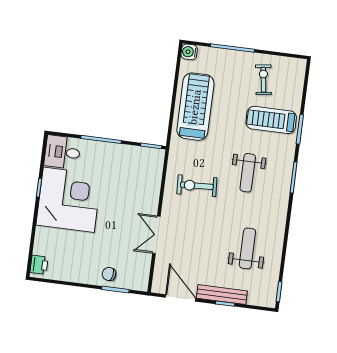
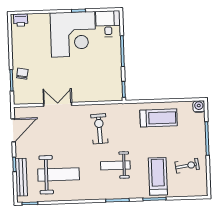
treadmill: (195, 107) -> (159, 118), width x0.73, depth x0.73
weight bench: (247, 248) -> (59, 174), width x1.36, depth x1.33
bench: (222, 295) -> (21, 177), moved

